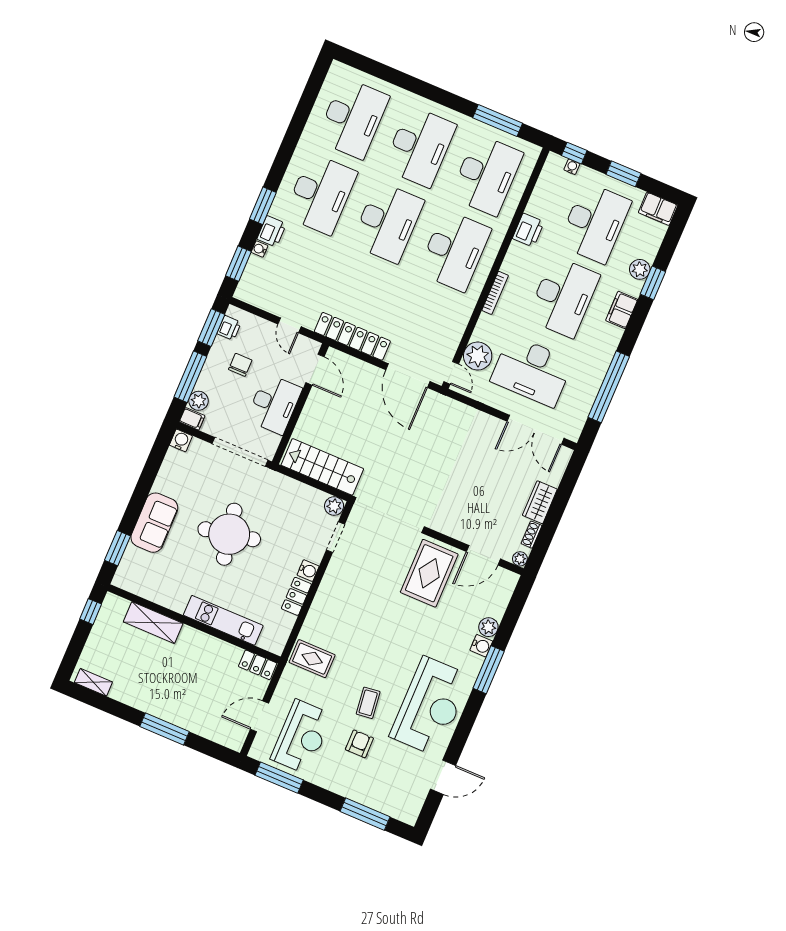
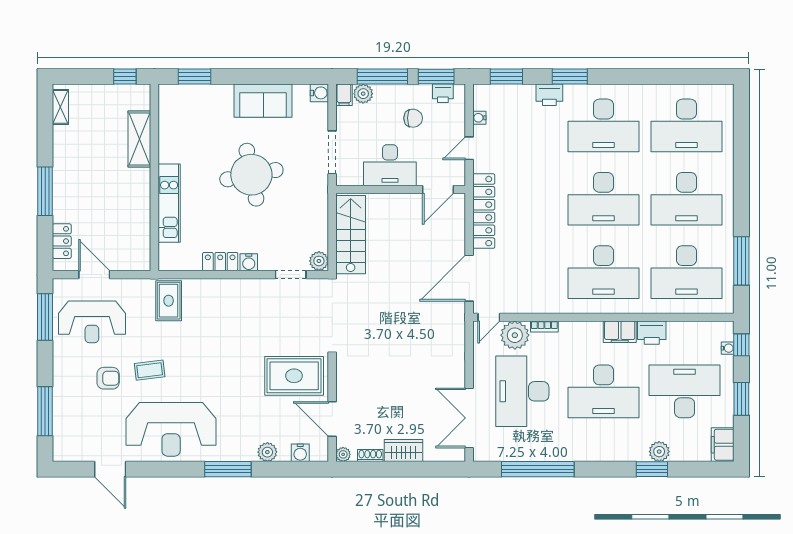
desk: (595, 223) -> (685, 391), turned 180
water cooler: (260, 249) -> (479, 118), moved, turned -90
bookcase: (495, 293) -> (544, 326), moved, width x0.64
filing cabinet: (622, 310) -> (620, 332), moved, turned 180
doorway: (240, 452) -> (332, 152), width x0.73
sofa: (154, 523) -> (263, 101), moved
water cooler: (481, 646) -> (300, 453), moved
locker: (258, 665) -> (62, 241), moved, turned 180

